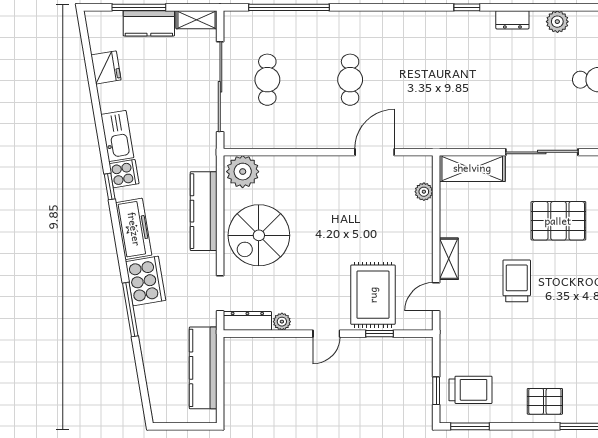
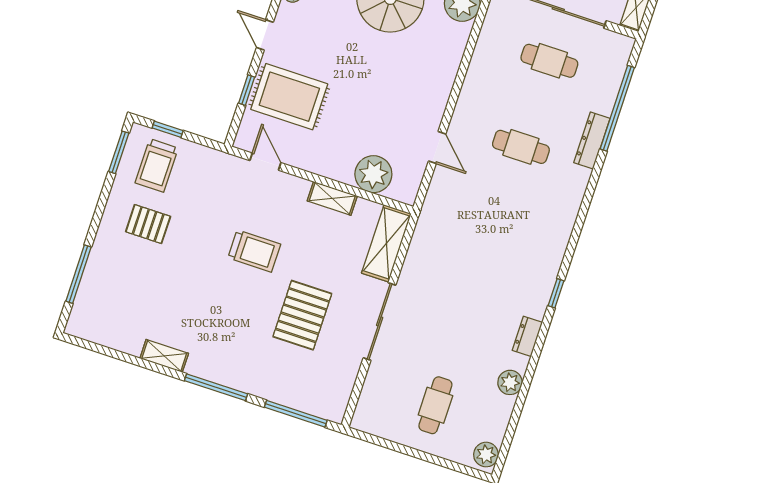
dresser: (324, 20) -> (592, 140), added
door: (375, 152) -> (437, 147), width x0.73
plant: (424, 192) -> (373, 174), width x1.87, depth x1.87
shelving: (449, 259) -> (332, 198), moved
pallet: (545, 401) -> (148, 224), moved, turned 90

